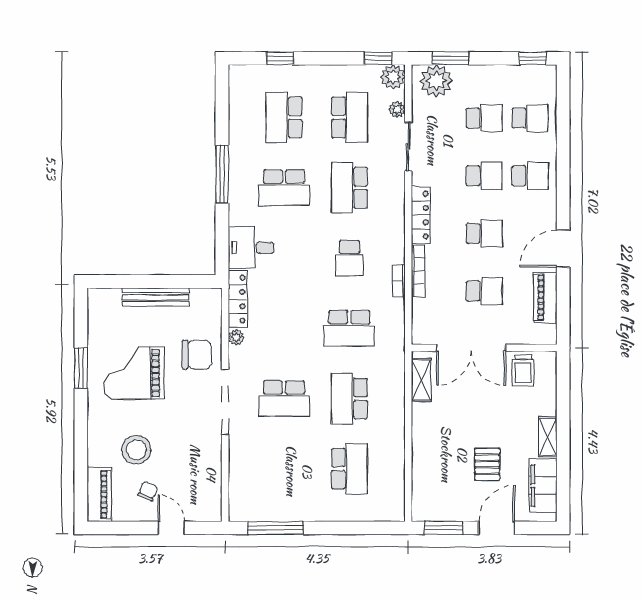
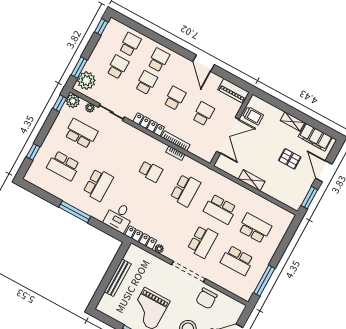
school desk: (349, 188) -> (237, 261), moved
piano: (545, 298) -> (233, 91), moved
chair: (197, 355) -> (207, 298), moved, turned 180
shelving: (421, 380) -> (252, 180), moved

